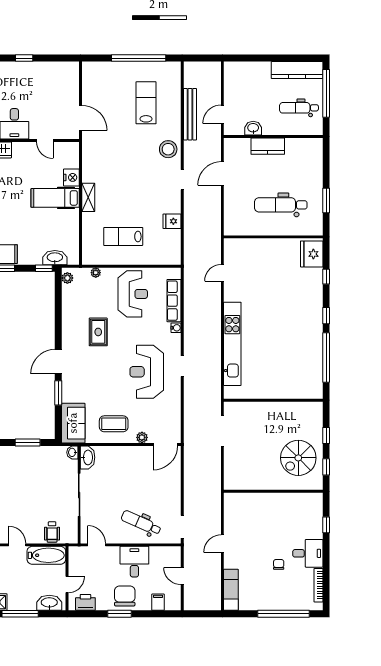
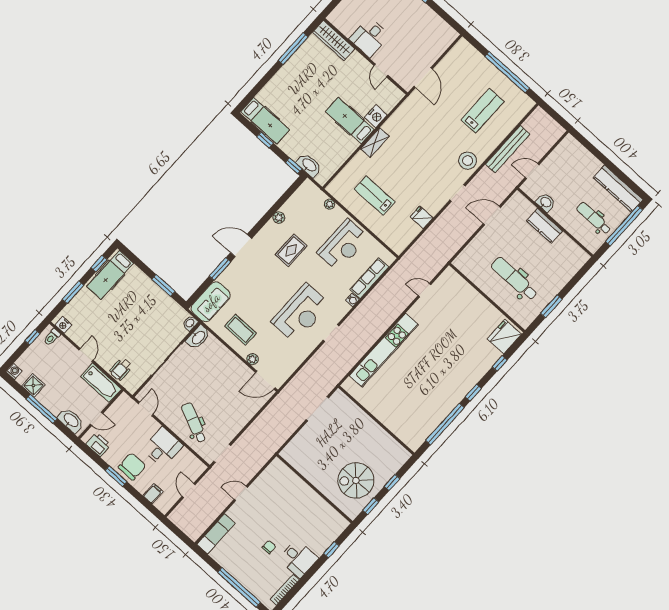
plant: (67, 278) -> (279, 218), moved
reception desk: (147, 372) -> (301, 313), turned 180

